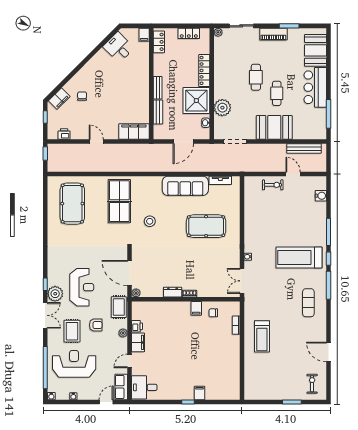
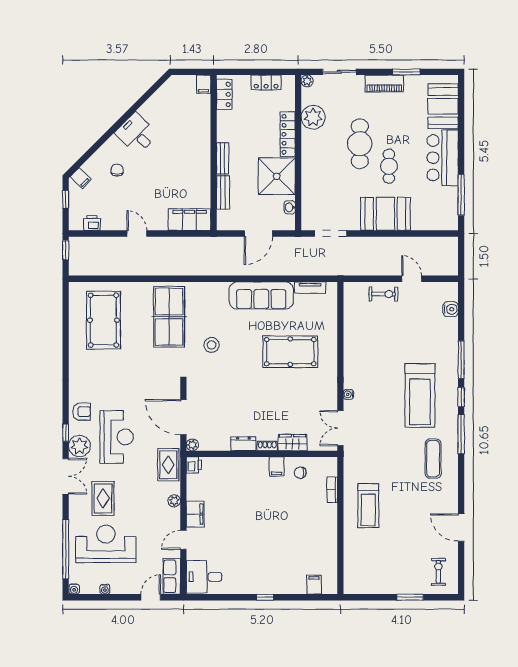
desk: (119, 47) -> (136, 134), moved
cafe table: (256, 77) -> (360, 144), width x1.37, depth x1.35
filing cabinet: (59, 99) -> (81, 178), width x0.50
plant: (222, 108) -> (313, 117), moved
bench: (304, 148) -> (427, 243), removed
treadmill: (299, 258) -> (420, 395), turned -90
wardrobe: (208, 291) -> (293, 443), added
armchair: (96, 325) -> (82, 412), moved
printer: (137, 326) -> (194, 465), moved
filing cabinet: (200, 393) -> (314, 585), moved

